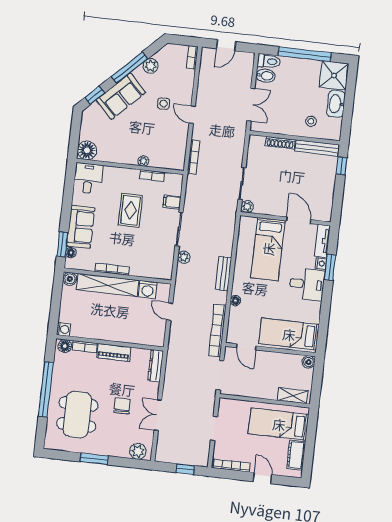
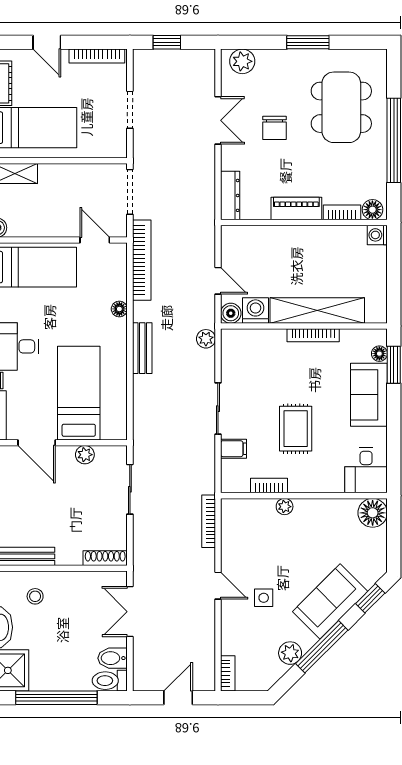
shoe rack: (280, 143) -> (105, 558), moved
plant: (247, 207) -> (85, 455), moved
plant: (184, 257) -> (206, 339), moved
boiler: (70, 279) -> (231, 313), moved

